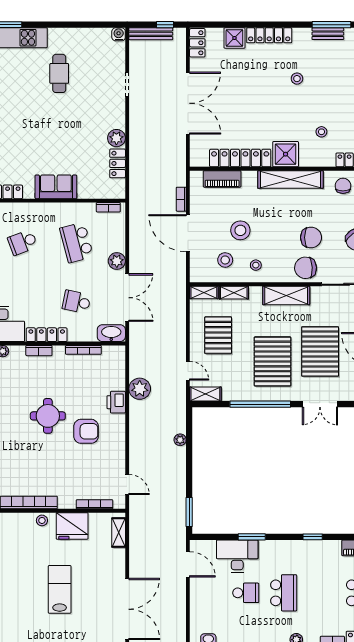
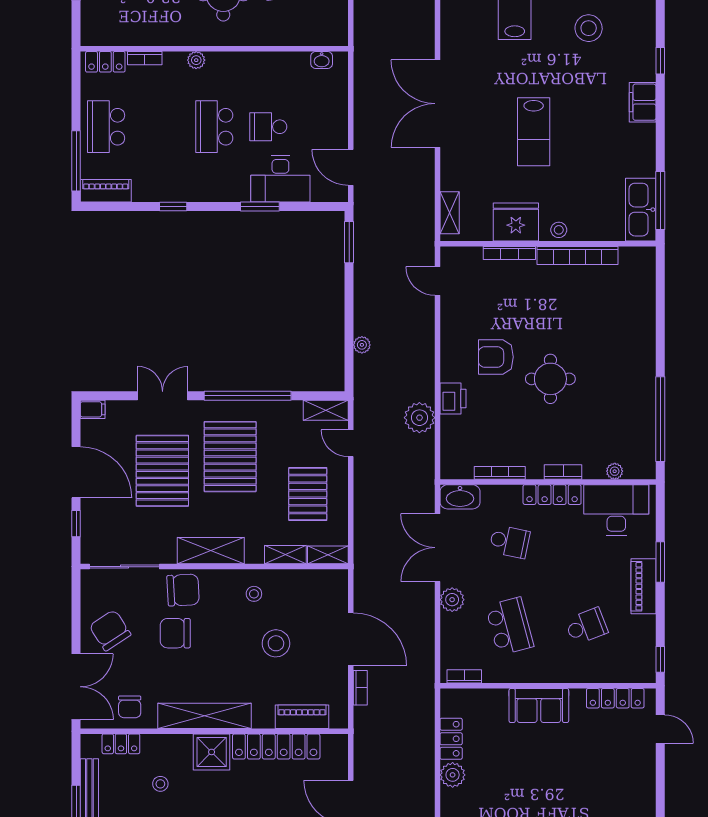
stool: (225, 260) -> (298, 601), removed
bookcase: (94, 504) -> (509, 253), moved

